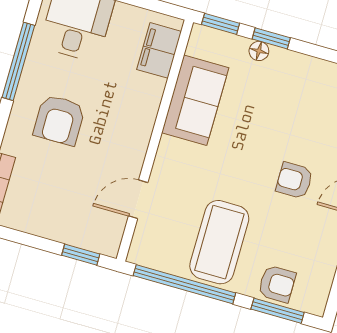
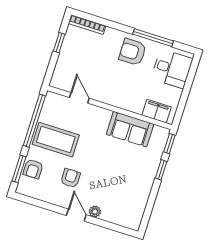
floor lamp: (259, 51) -> (155, 163), removed
armchair: (59, 120) -> (133, 52), moved
armchair: (294, 180) -> (71, 178), moved
window: (81, 255) -> (59, 43), moved

